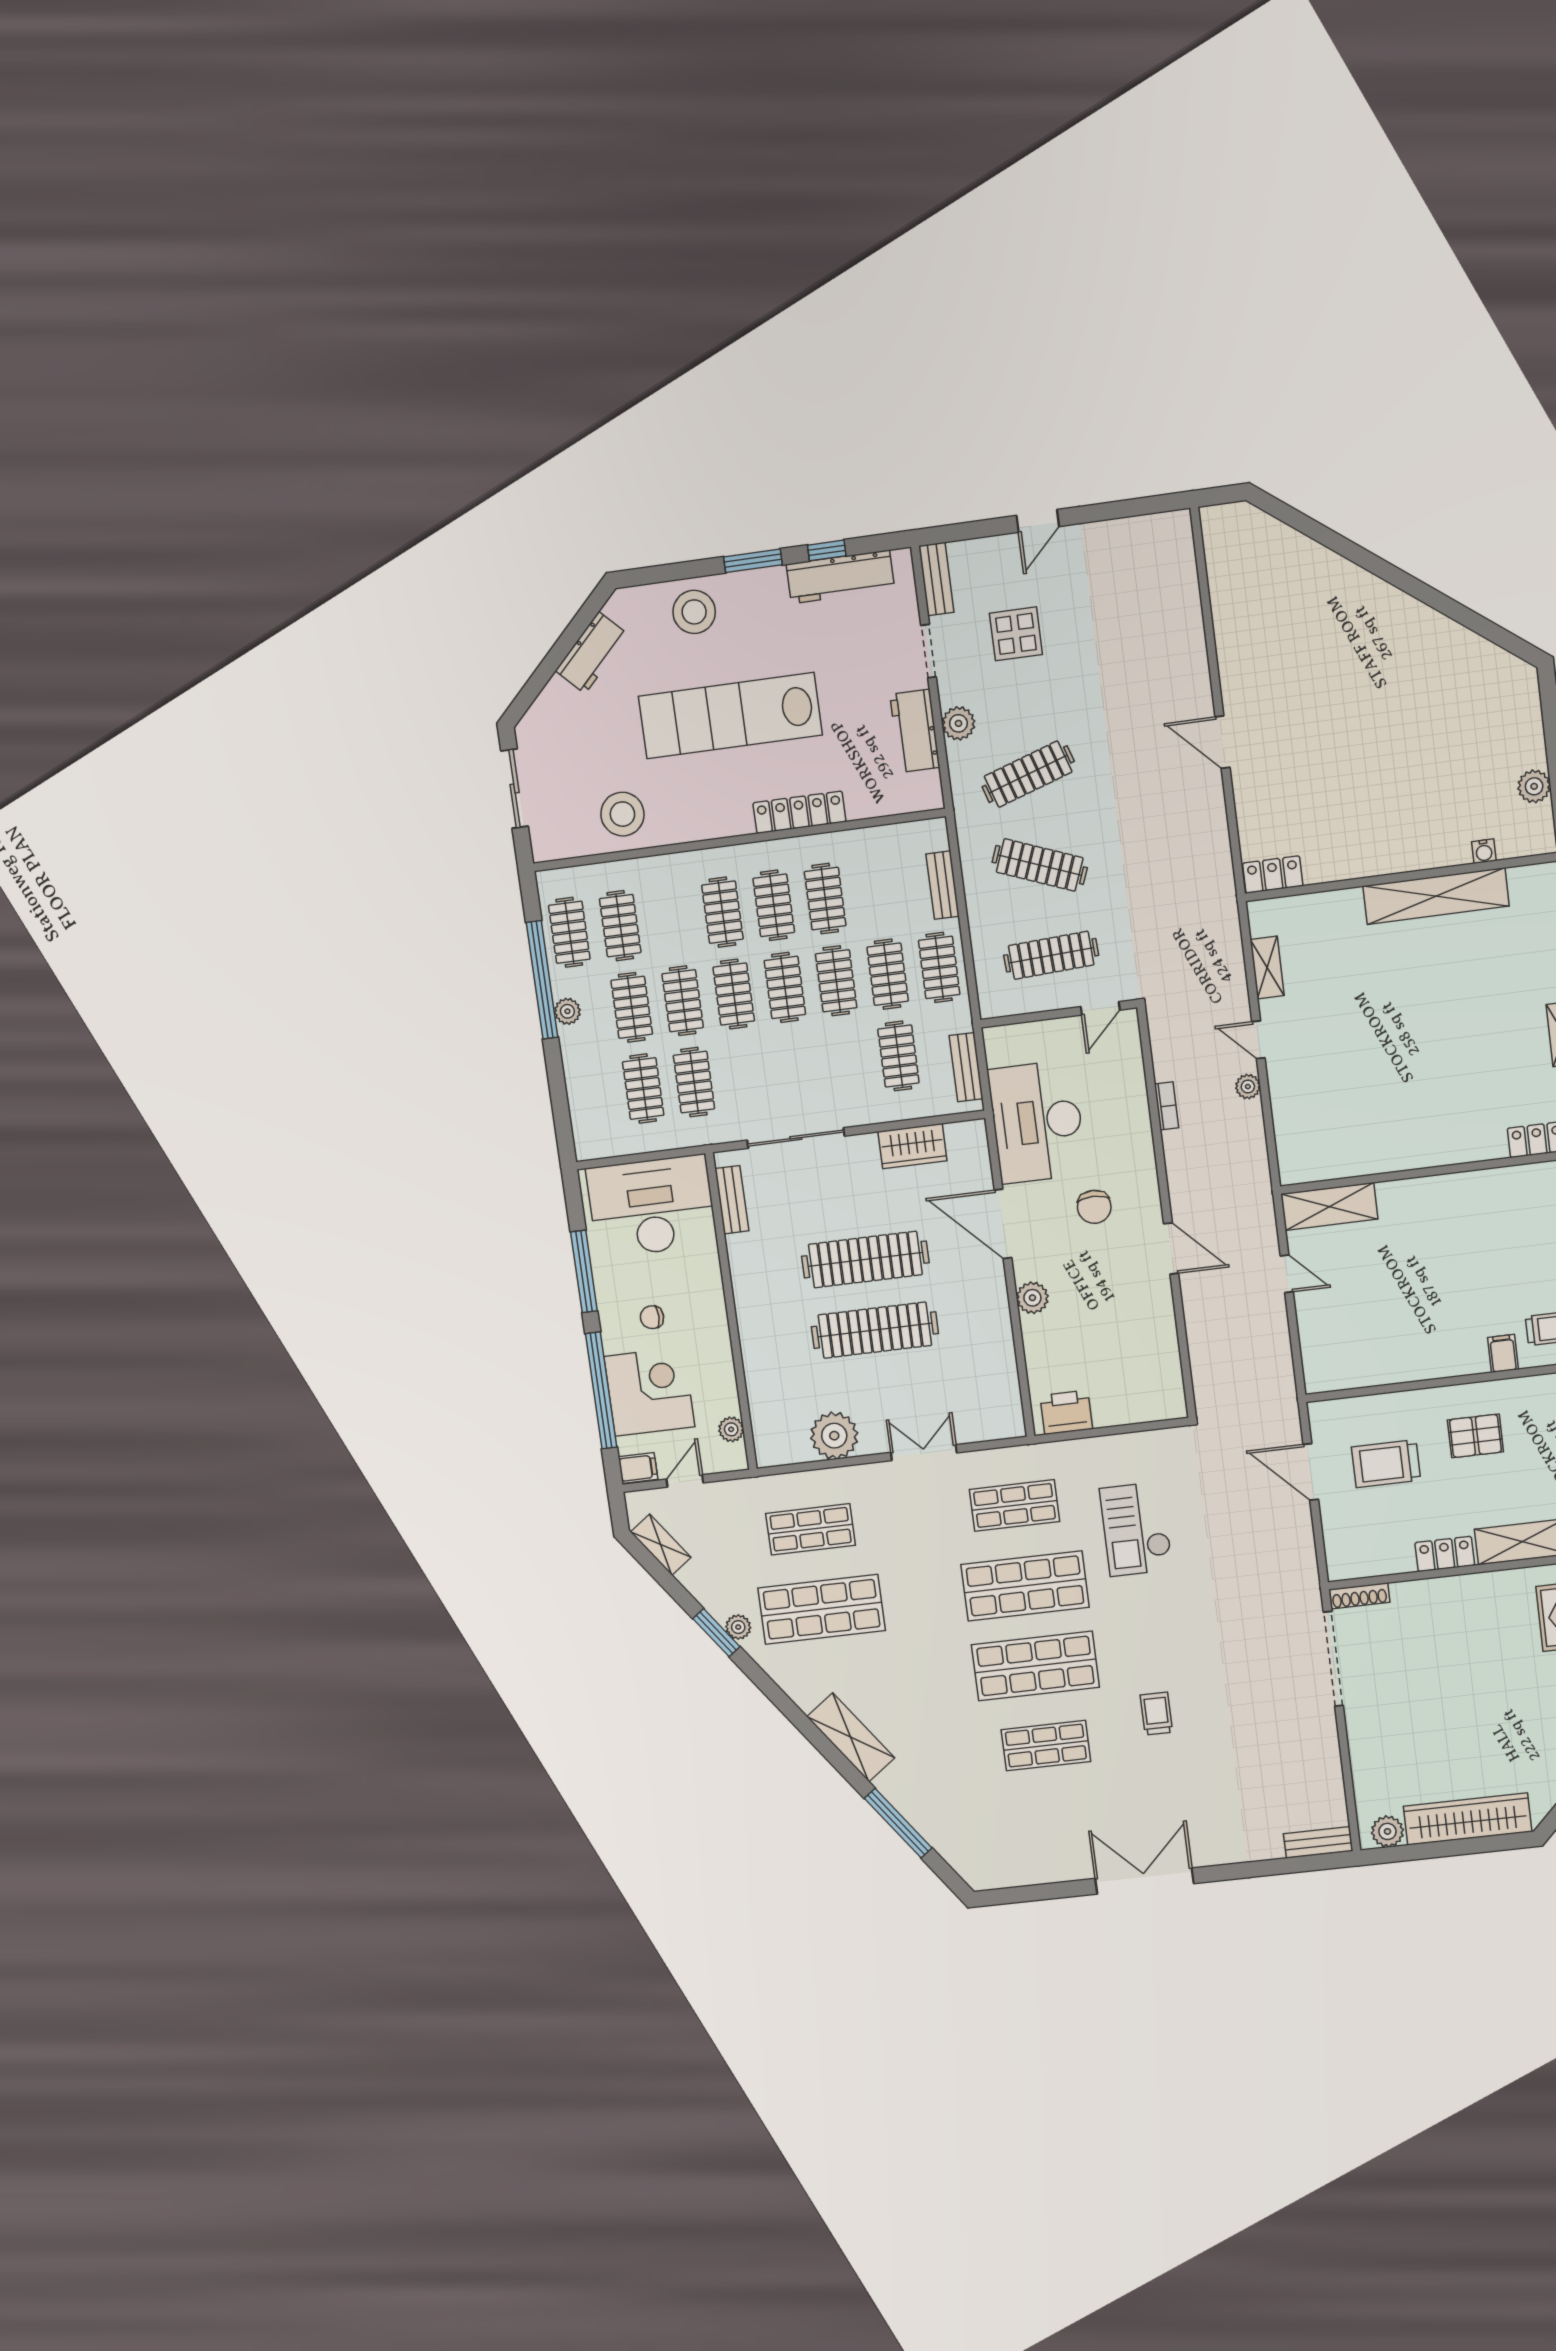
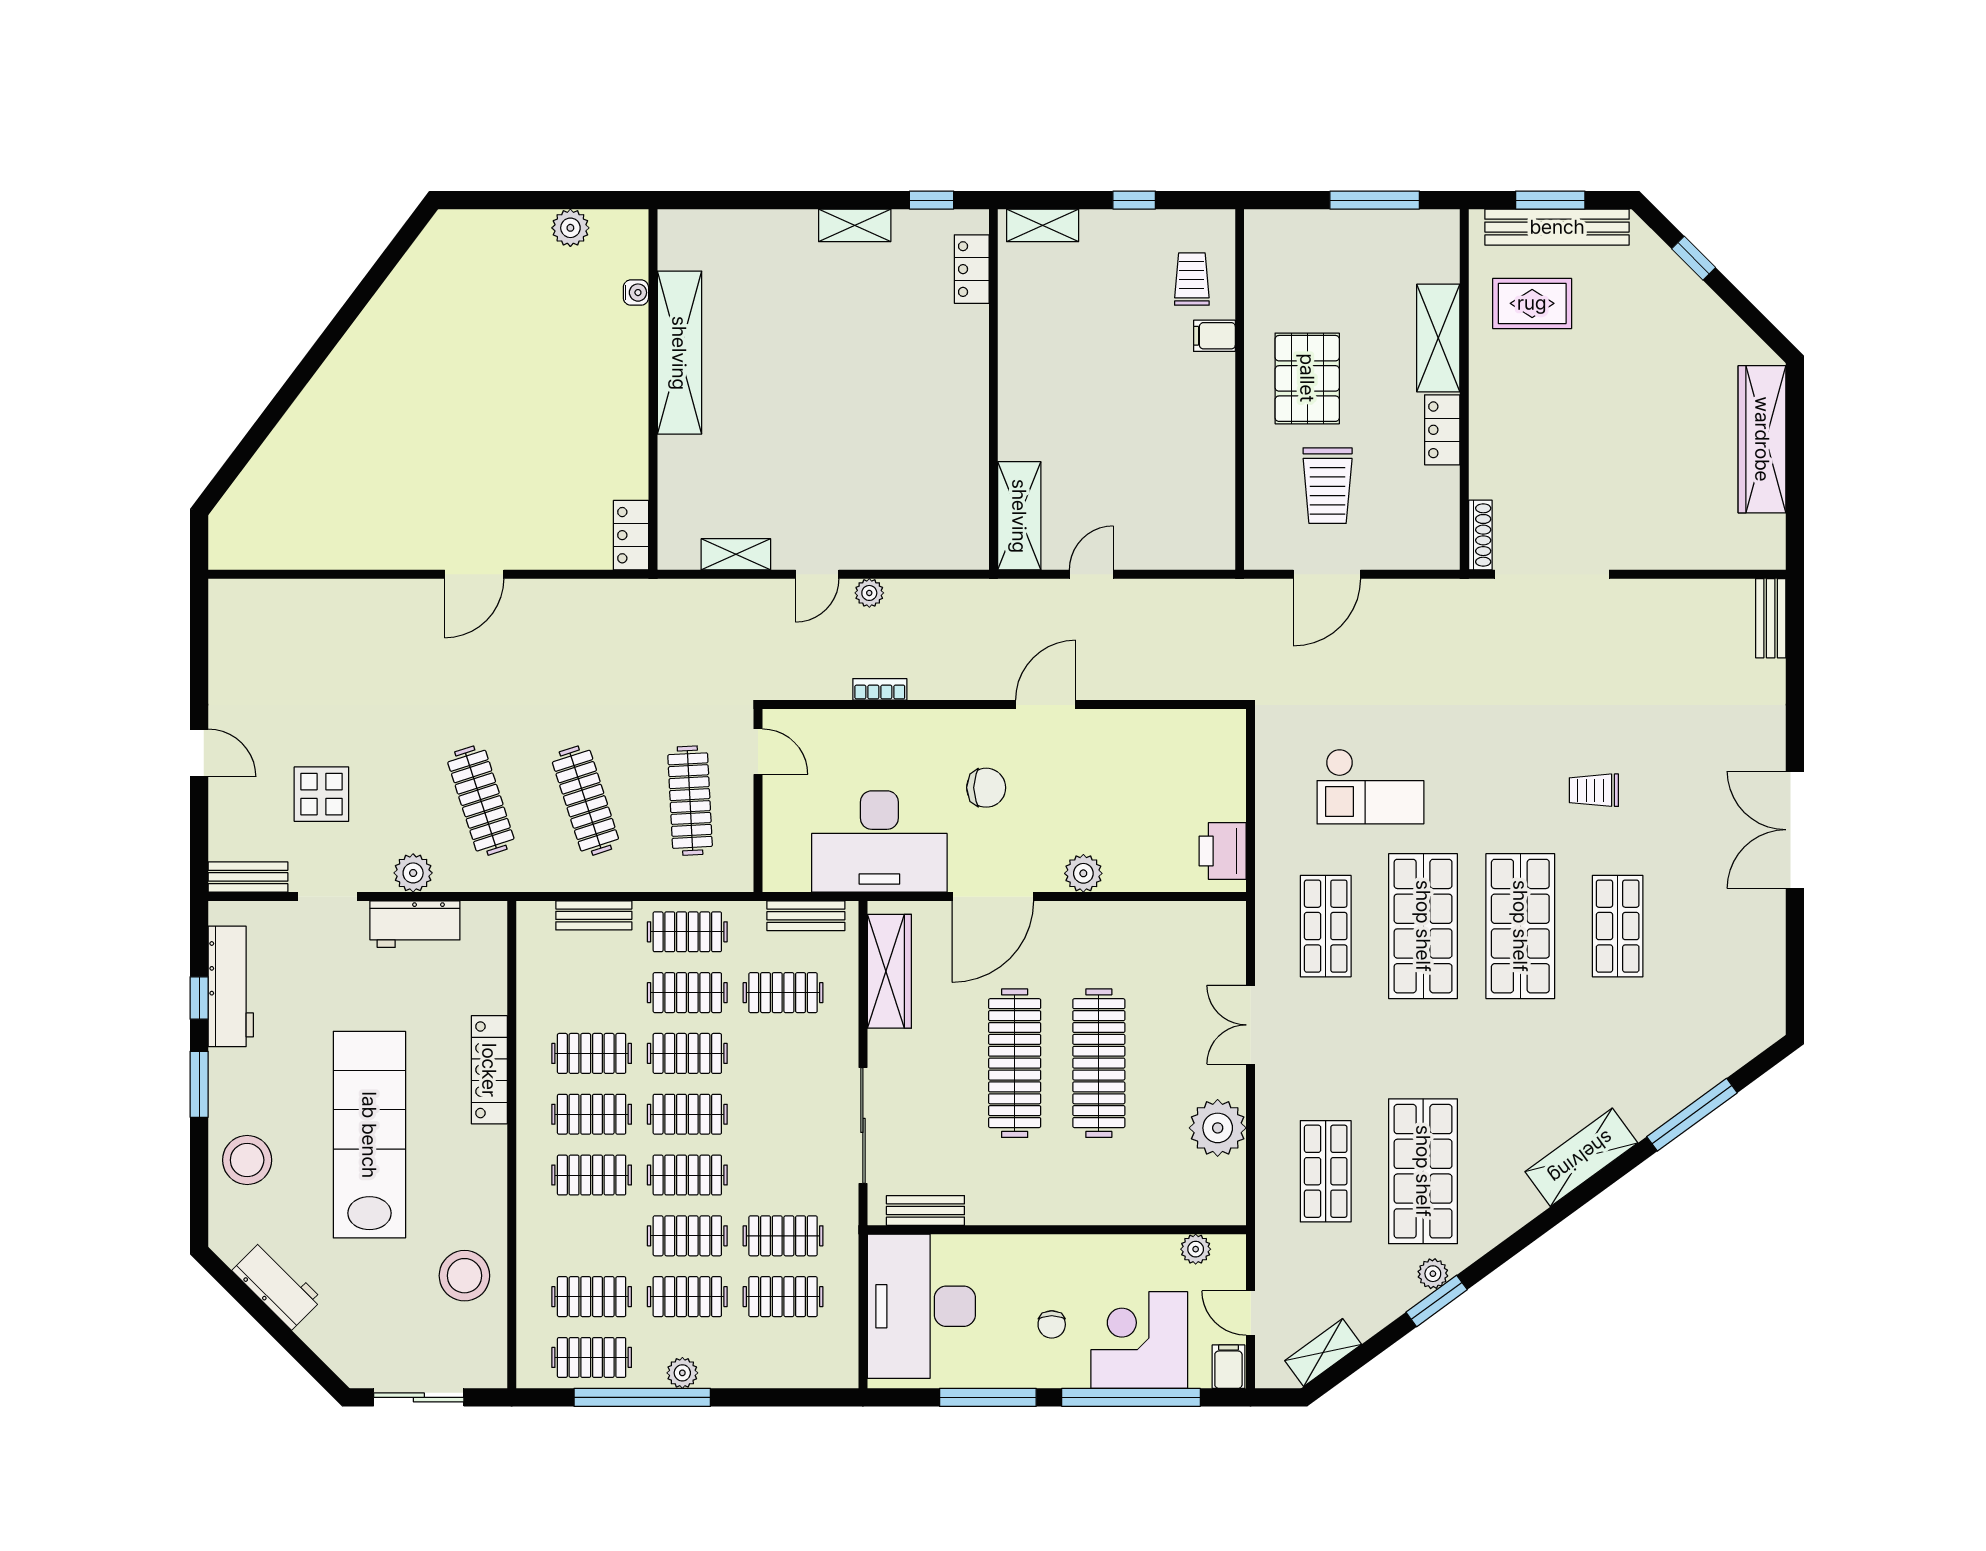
lab bench: (730, 716) -> (369, 1135), turned 180
clothes rail: (1040, 865) -> (585, 801), turned -39
wardrobe: (912, 1146) -> (889, 971), width x1.50
pallet: (1475, 1436) -> (1307, 378), width x1.50, depth x1.42
plant: (1387, 1831) -> (1767, 535), removed

